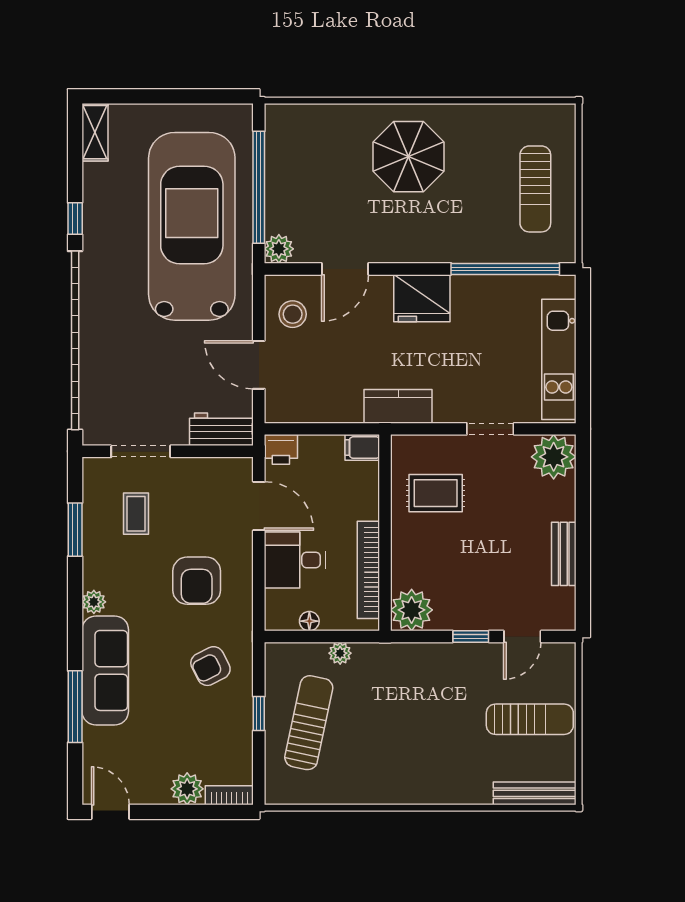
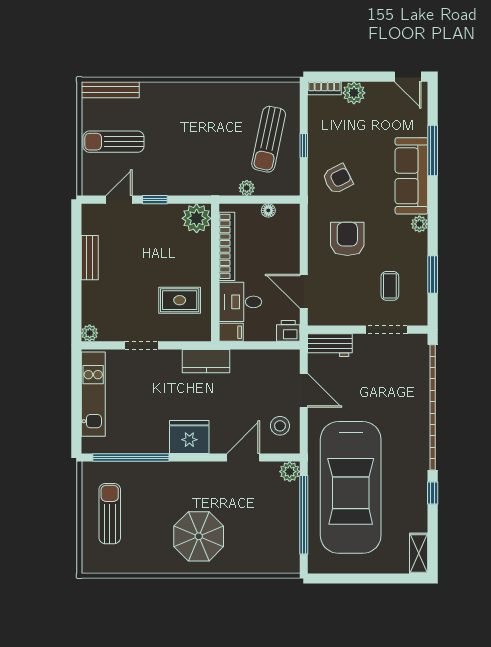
plant: (554, 457) -> (90, 333), width x0.53, depth x0.53
desk: (295, 560) -> (240, 302), moved, turned 180

